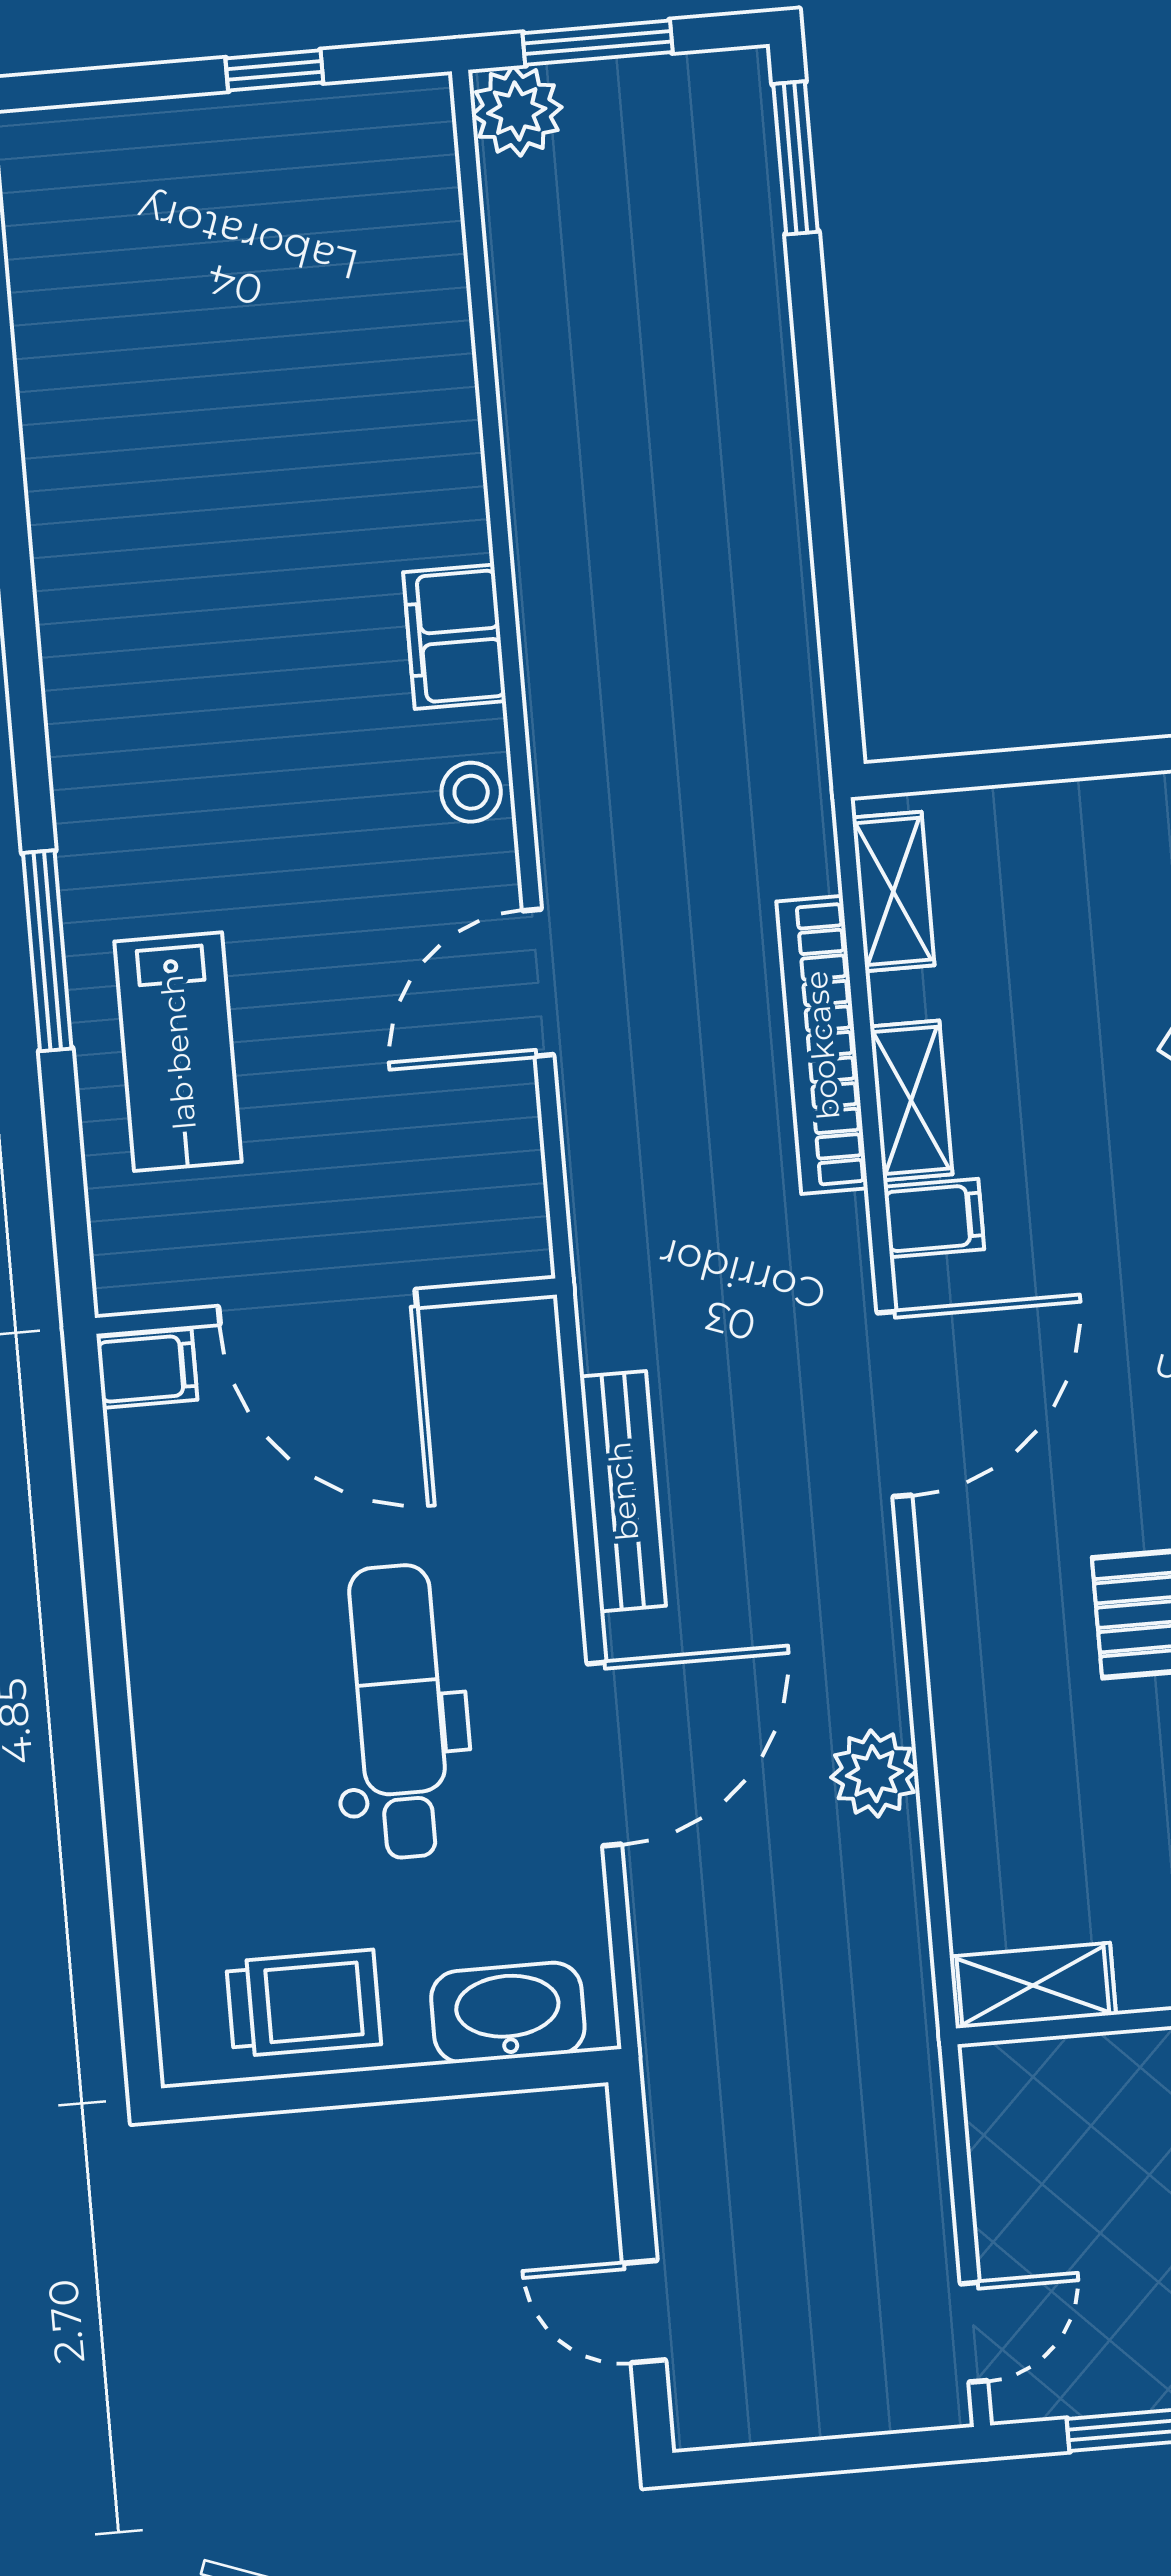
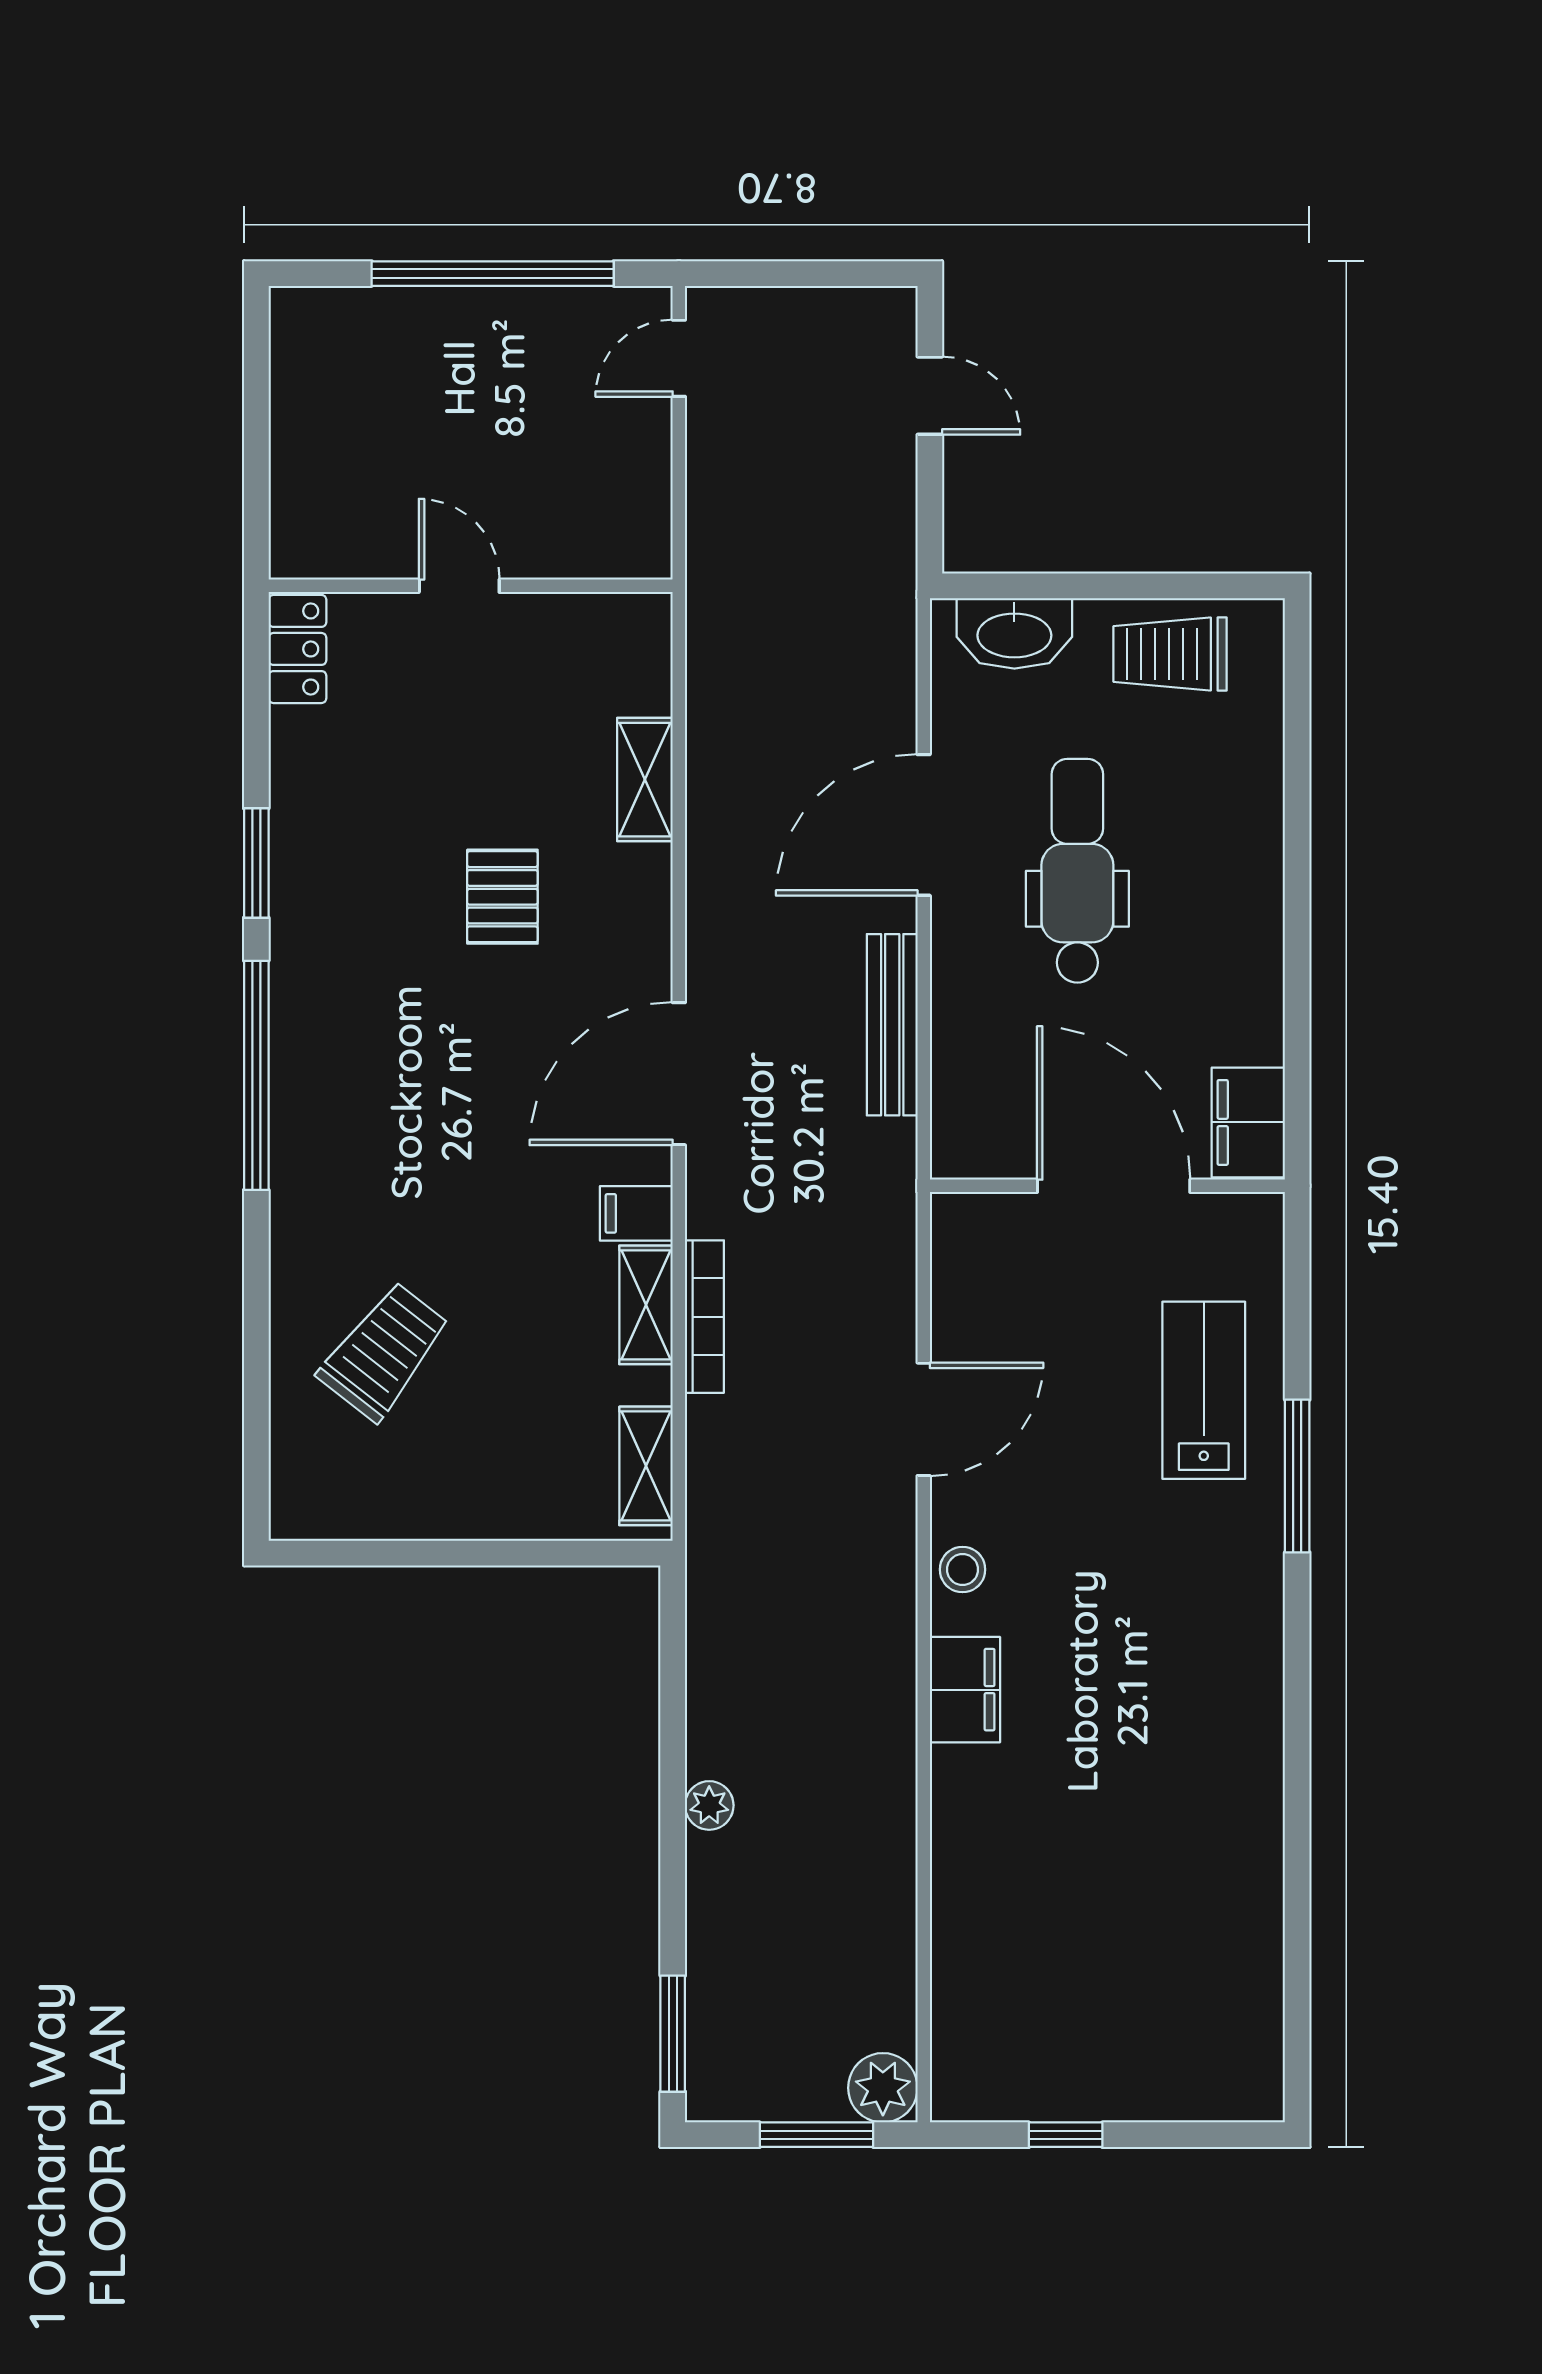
bookcase: (822, 1045) -> (704, 1317), width x0.68, depth x0.76
filing cabinet: (147, 1368) -> (1248, 1122), width x2.00
dental chair: (400, 1712) -> (1077, 871), turned 180
plant: (874, 1774) -> (709, 1805), moved, width x0.73, depth x0.73
shelving: (1033, 1986) -> (645, 780), moved, turned 90

